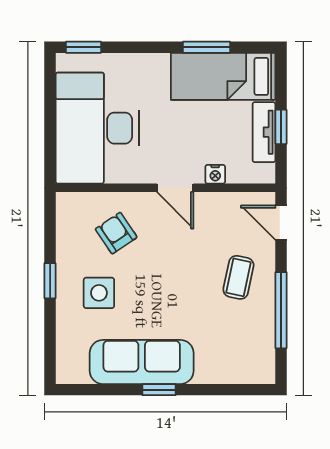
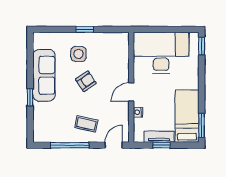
window: (206, 47) -> (202, 125), moved
armchair: (116, 233) -> (86, 81), moved
window: (159, 390) -> (30, 97), moved

